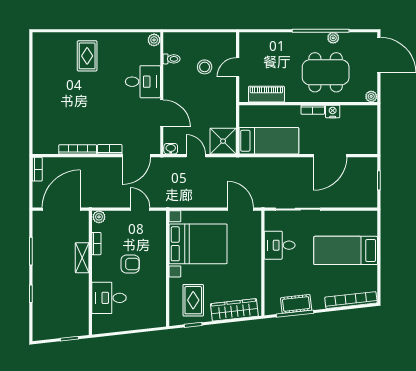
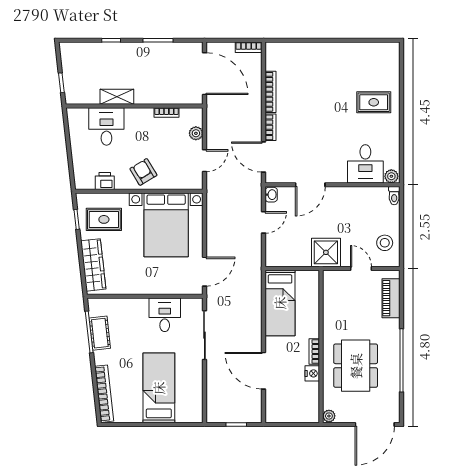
plant: (333, 38) -> (394, 374), removed
toilet: (172, 59) -> (394, 196), moved
stool: (205, 67) -> (385, 243), moved
desk: (143, 82) -> (365, 164), moved
piano: (266, 94) -> (391, 298), moved, turned 180
shower: (223, 141) -> (326, 252), moved
plant: (99, 217) -> (196, 133), moved
shelving: (82, 258) -> (117, 97), moved
armchair: (130, 264) -> (143, 172), moved, turned 149
printer: (158, 299) -> (105, 181), added

